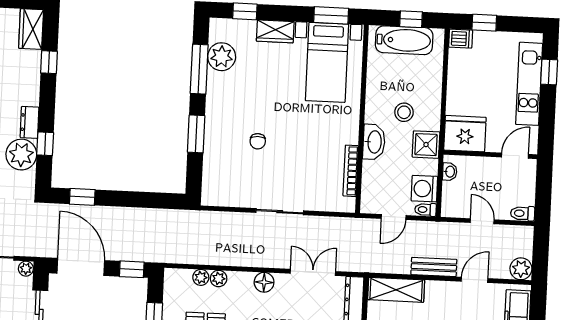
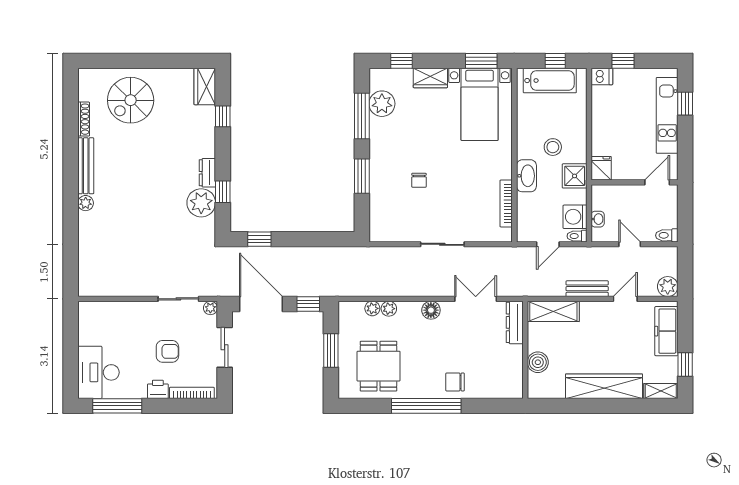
fridge: (465, 134) -> (601, 168), width x0.53, depth x0.75
washbasin: (450, 172) -> (598, 219), moved

